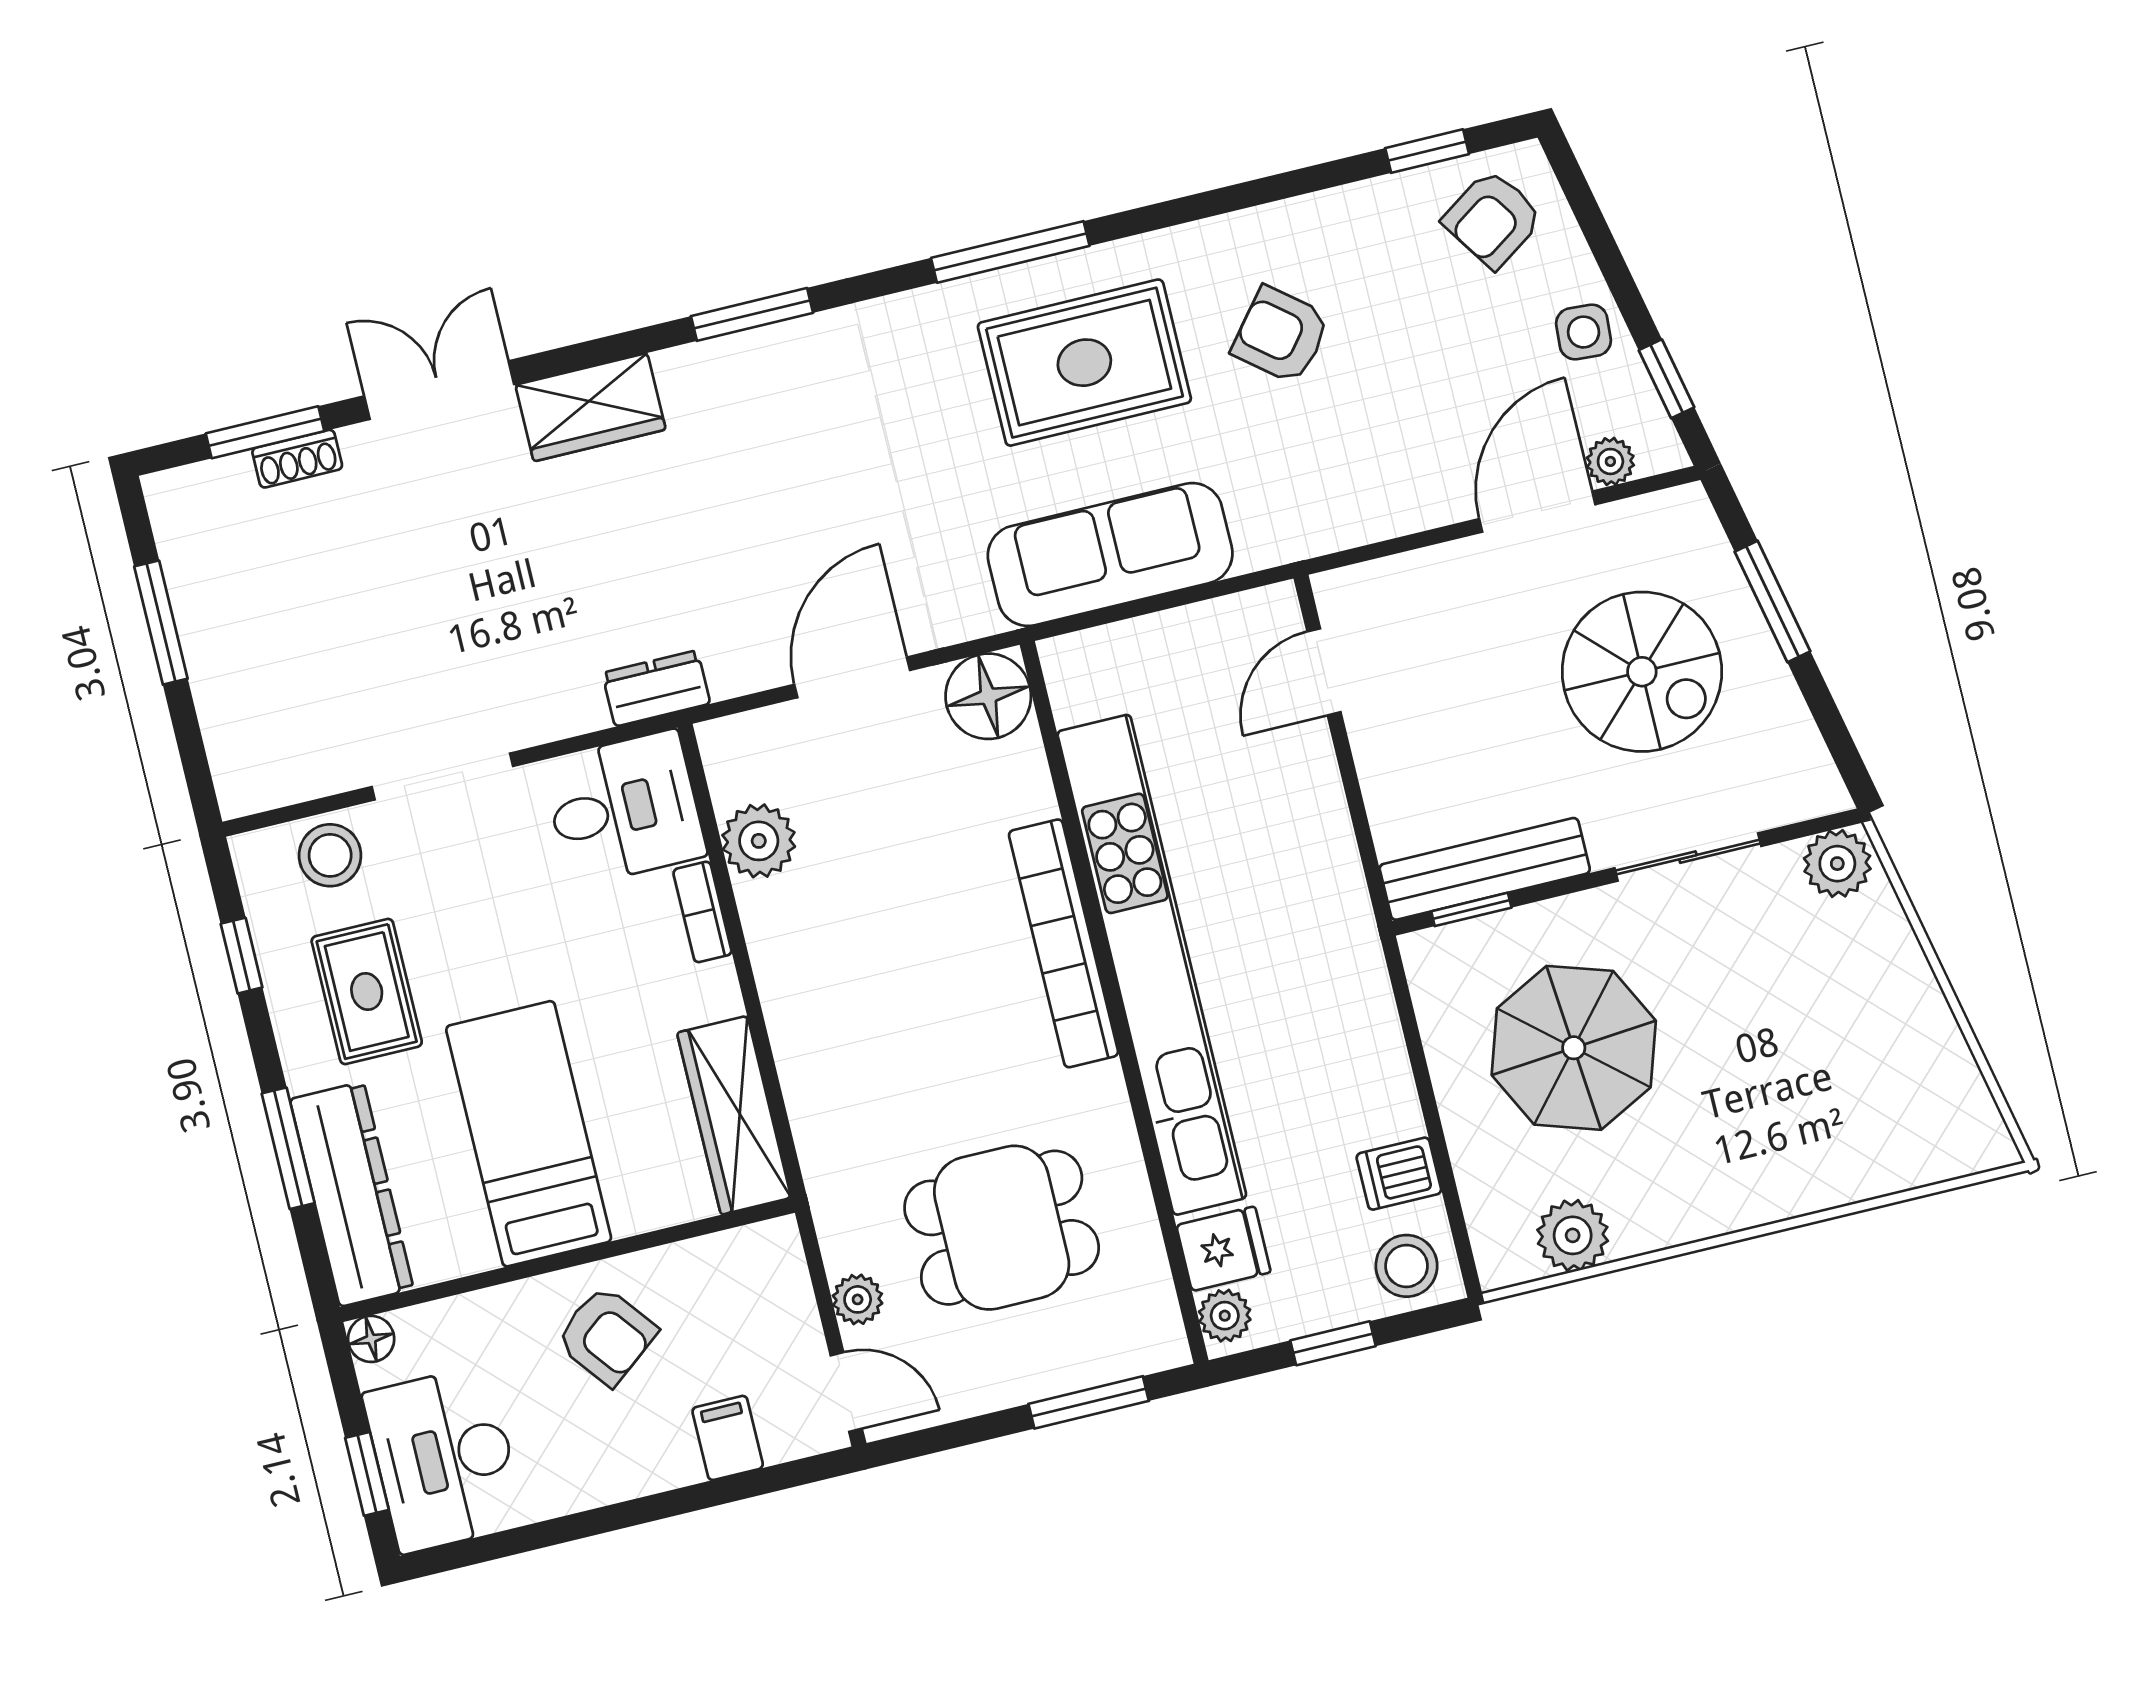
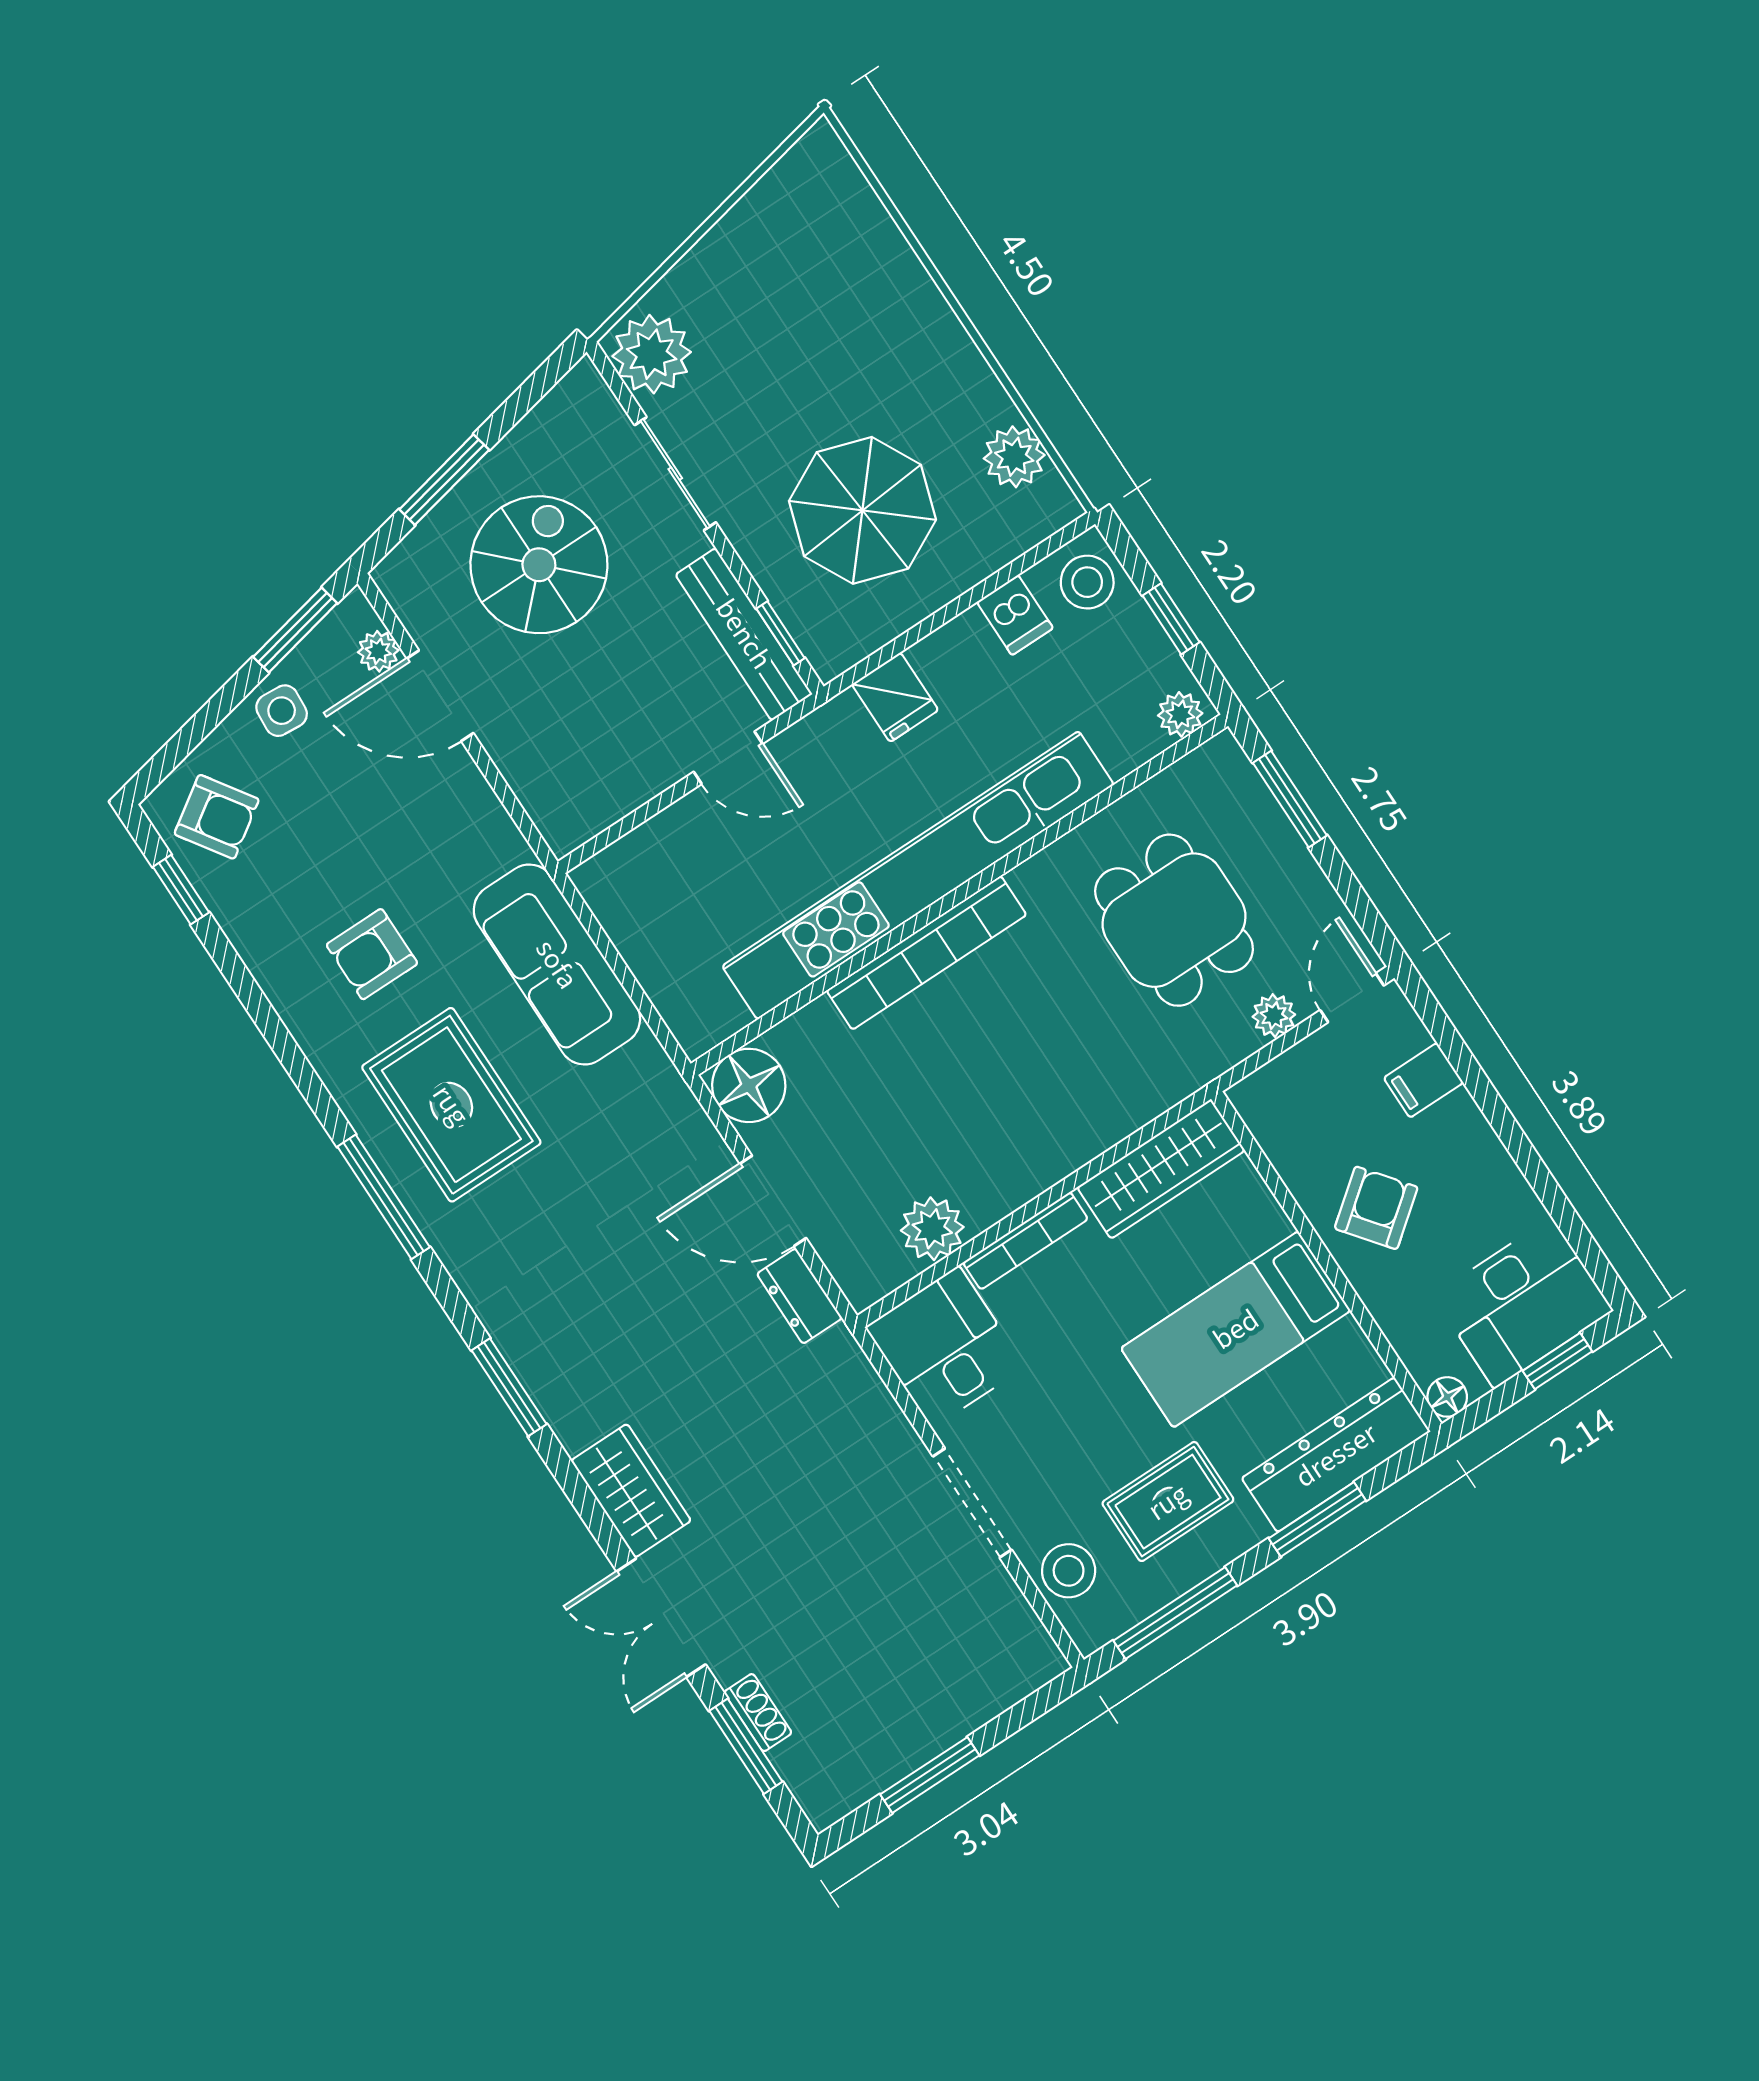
armchair: (1281, 335) -> (372, 954), turned 51
window: (1667, 379) -> (295, 630), width x1.50
sofa: (1110, 555) -> (557, 964), moved
door: (1324, 672) -> (728, 758), moved
dresser: (656, 688) -> (799, 1296), moved
plant: (1837, 864) -> (652, 354), width x1.36, depth x1.36
bookcase: (702, 912) -> (1025, 1241), width x1.56
window: (242, 956) -> (1175, 1613), width x2.17
fridge: (1223, 1249) -> (895, 697), moved, turned 180

